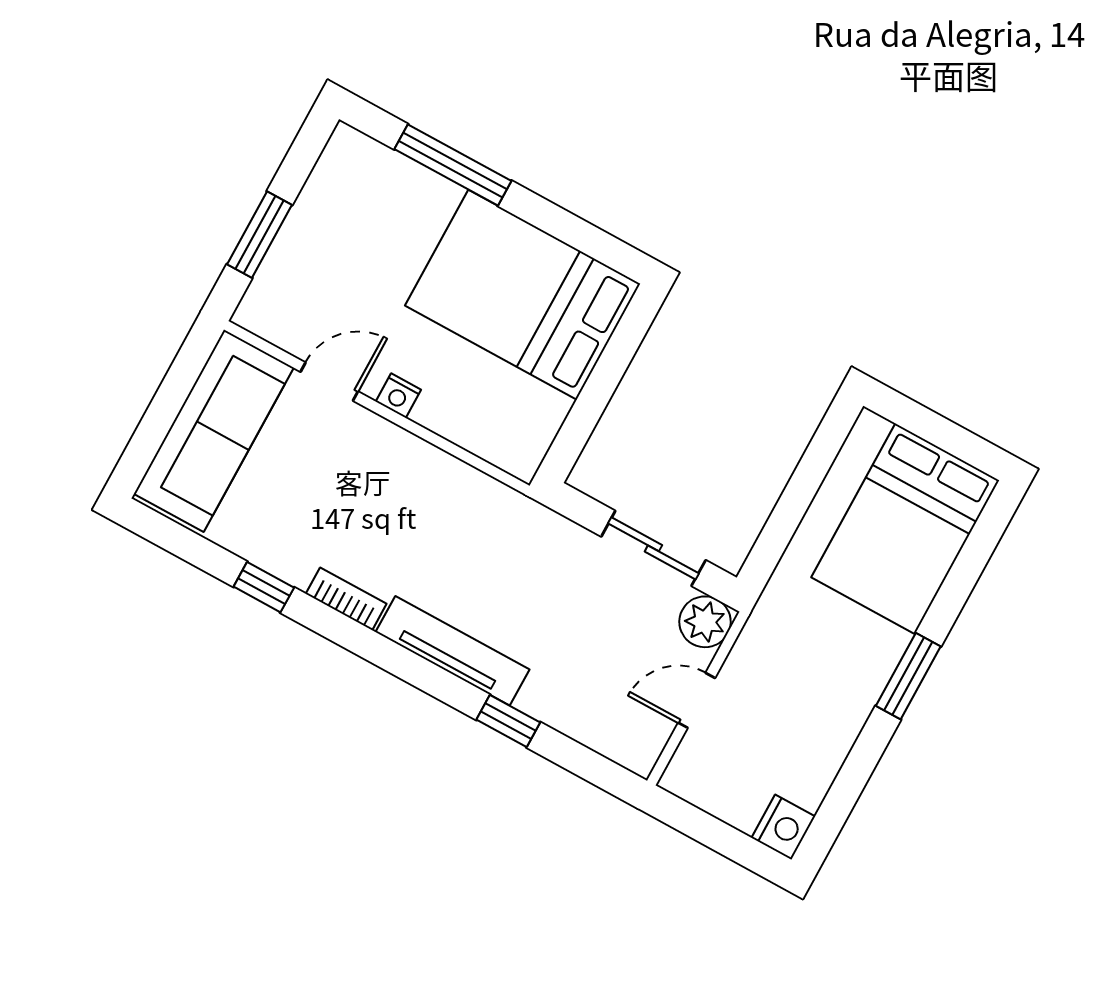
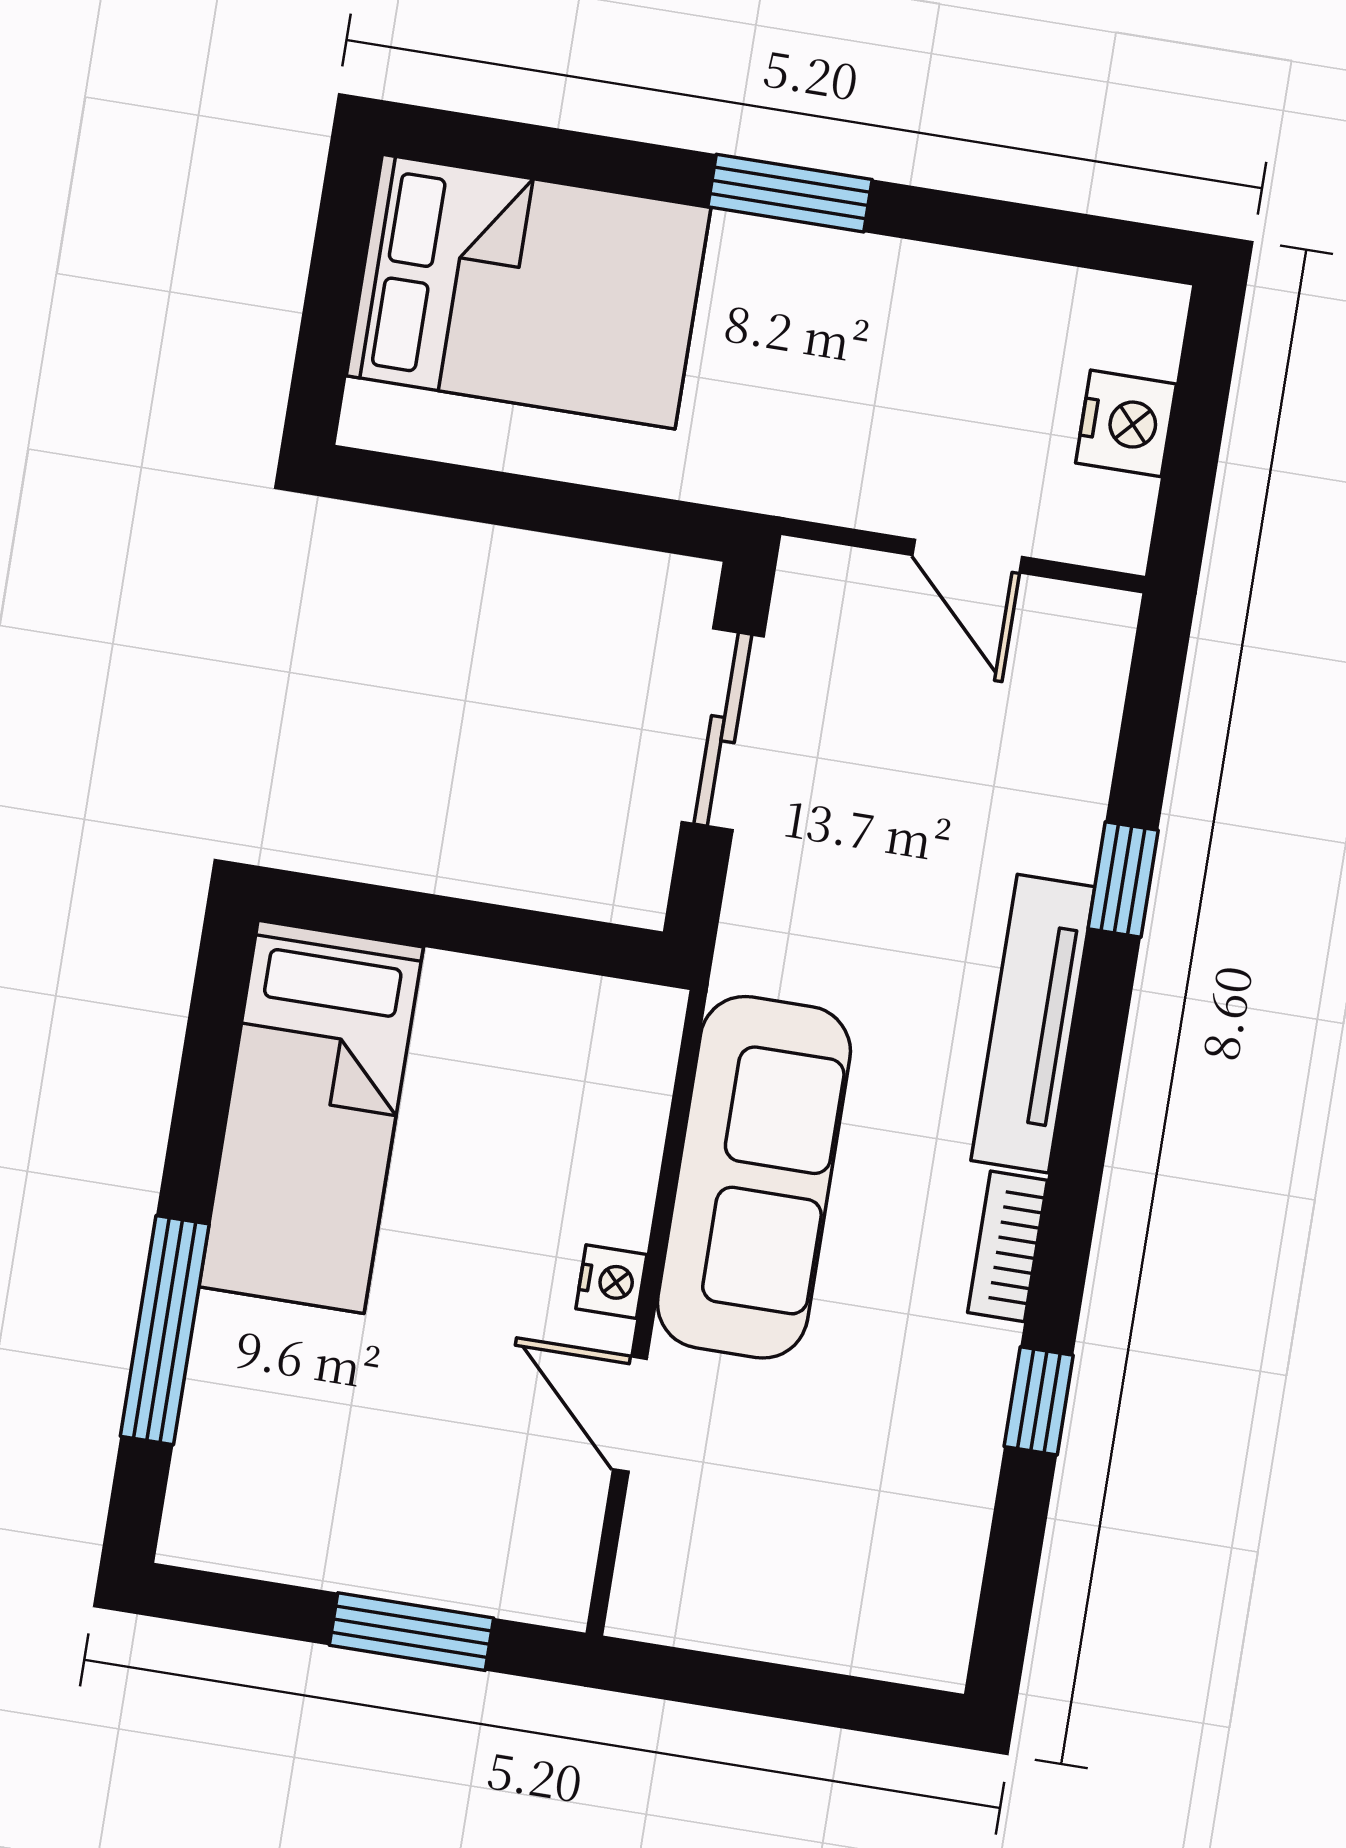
bed: (523, 295) -> (311, 1117), width x0.67
sofa: (214, 431) -> (754, 1177), moved, turned 90
plant: (705, 622) -> (821, 591), removed
nightstand: (783, 827) -> (1126, 423), moved, turned 90

